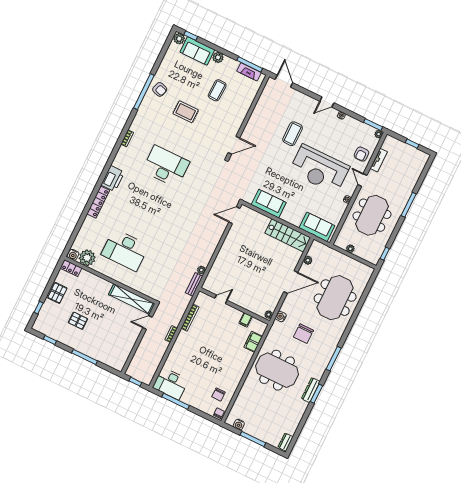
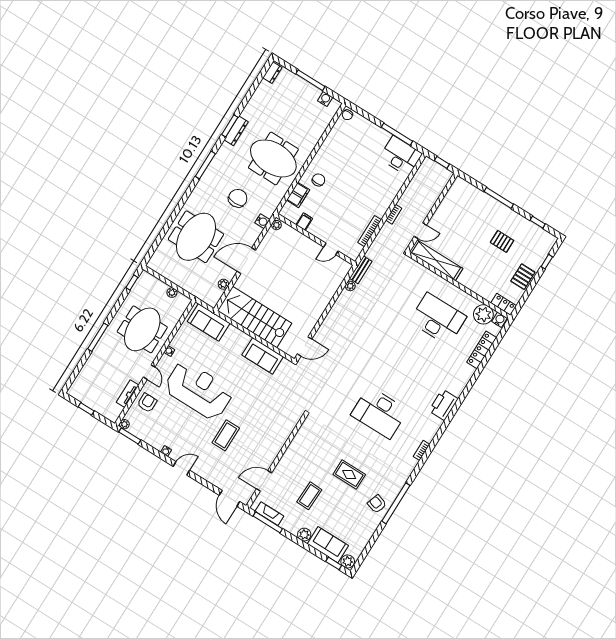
door: (234, 145) -> (264, 481), moved
locker: (98, 202) -> (482, 350), moved
stairs: (288, 235) -> (255, 317), width x1.36, depth x1.51
chair: (219, 395) -> (318, 180), moved

